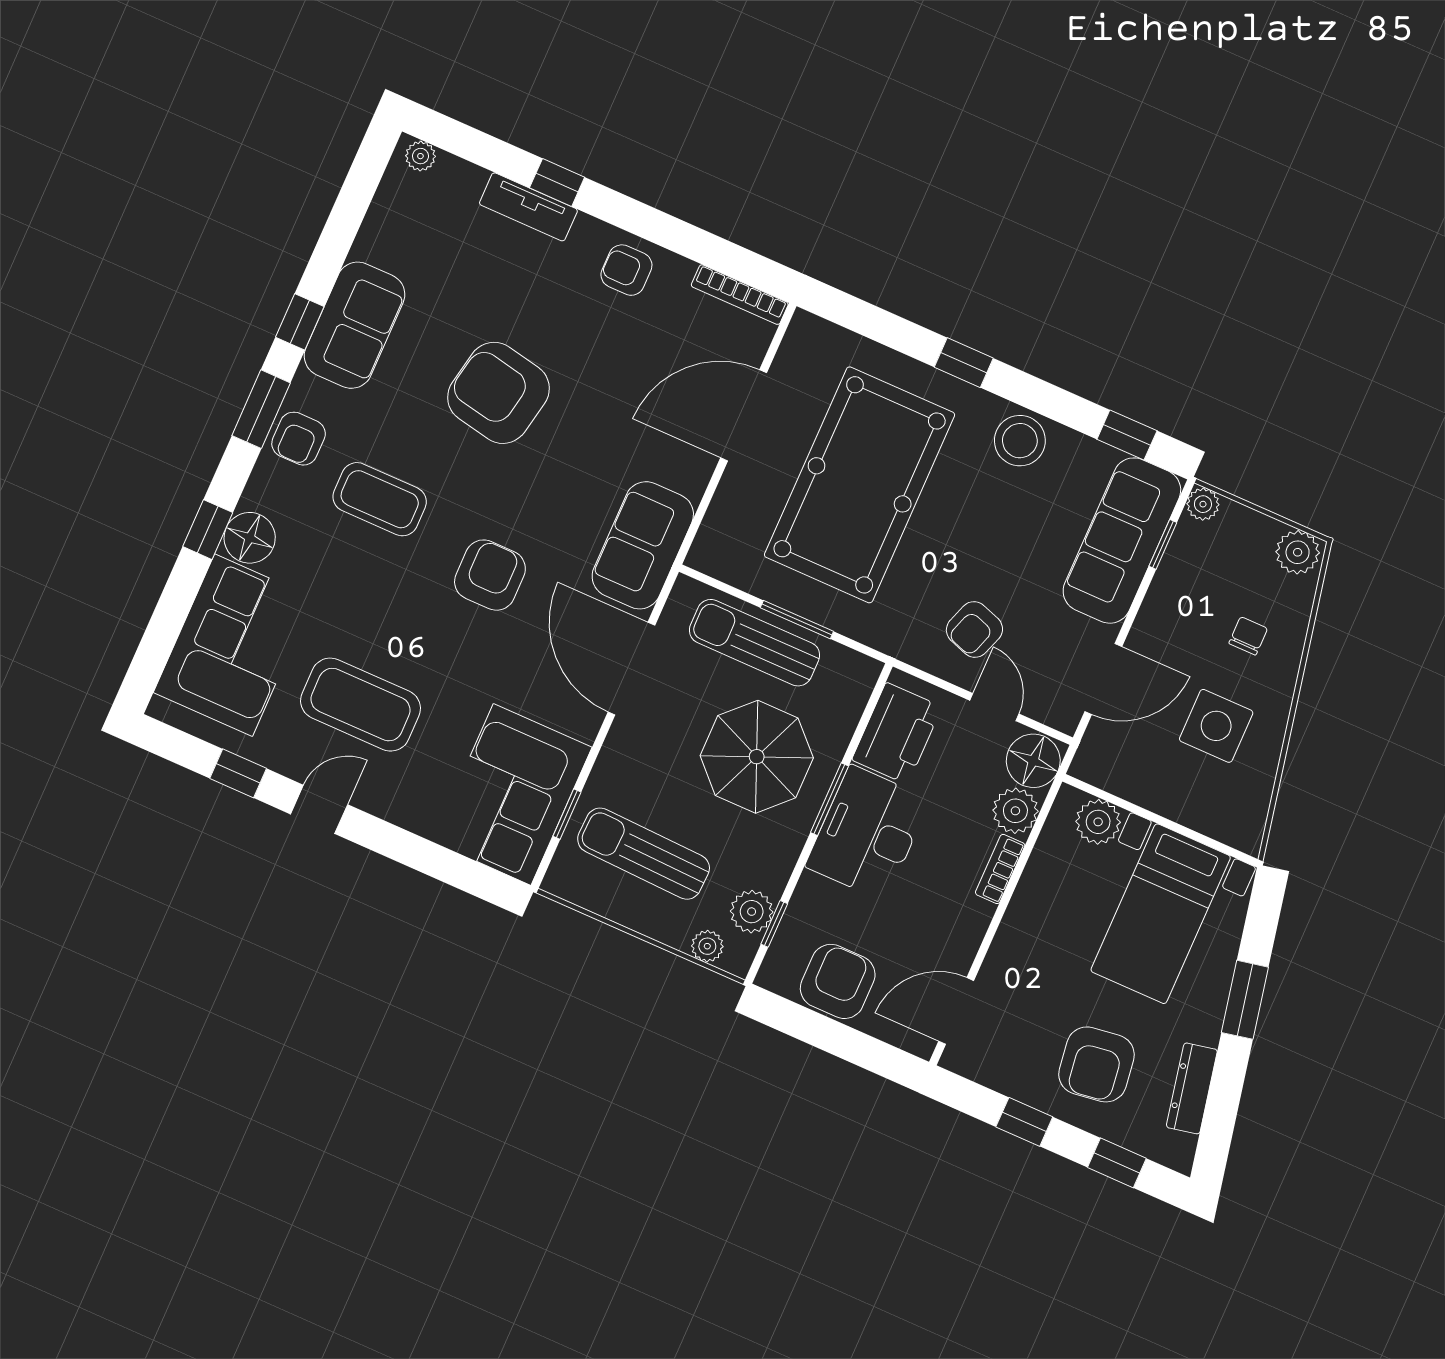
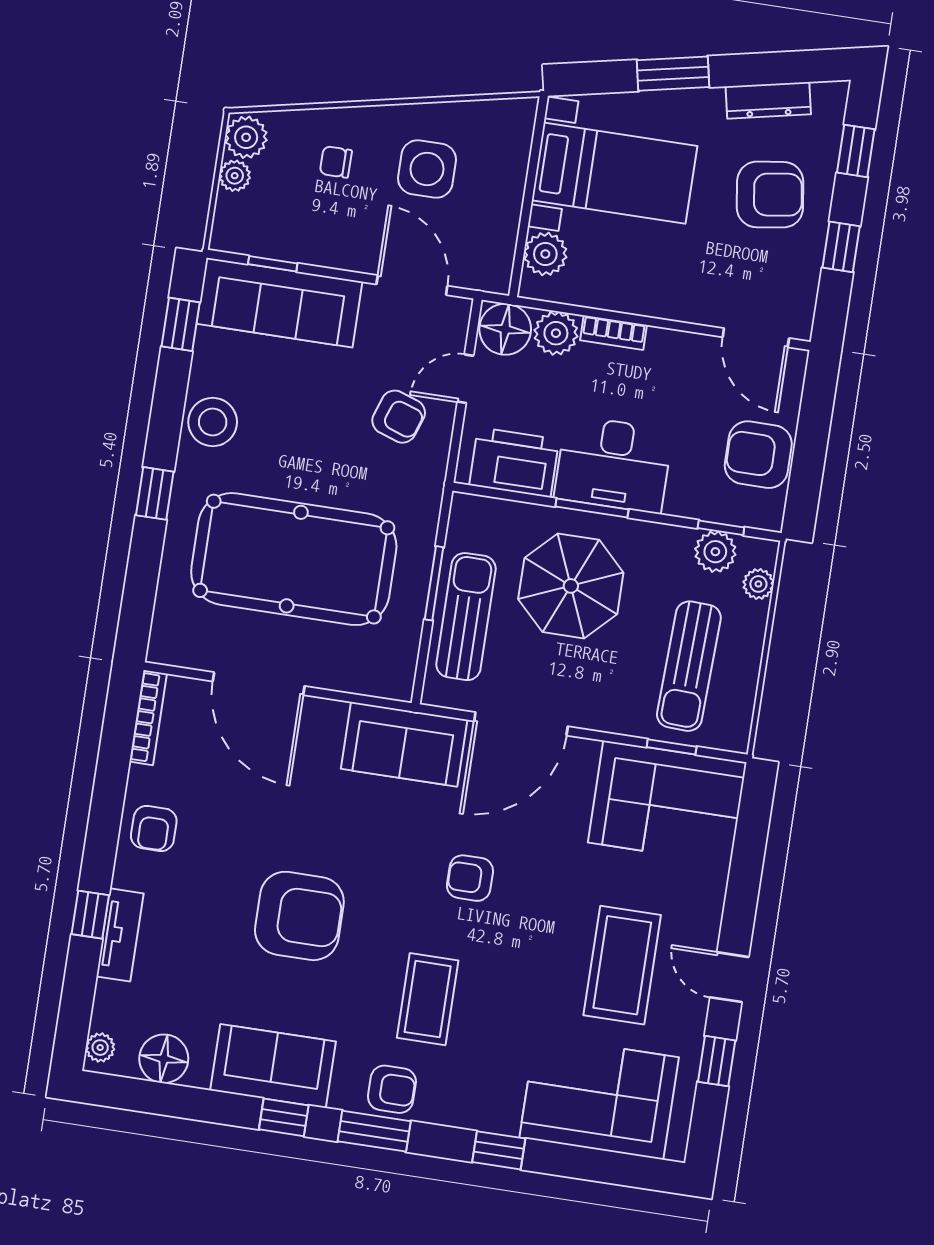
armchair: (498, 393) -> (299, 916), turned -101
plant: (1203, 504) -> (235, 176), moved
floor lamp: (250, 538) -> (164, 1059), moved
armchair: (490, 575) -> (470, 878), width x0.72, depth x0.72
sun lounger: (754, 643) -> (466, 617), turned 180

